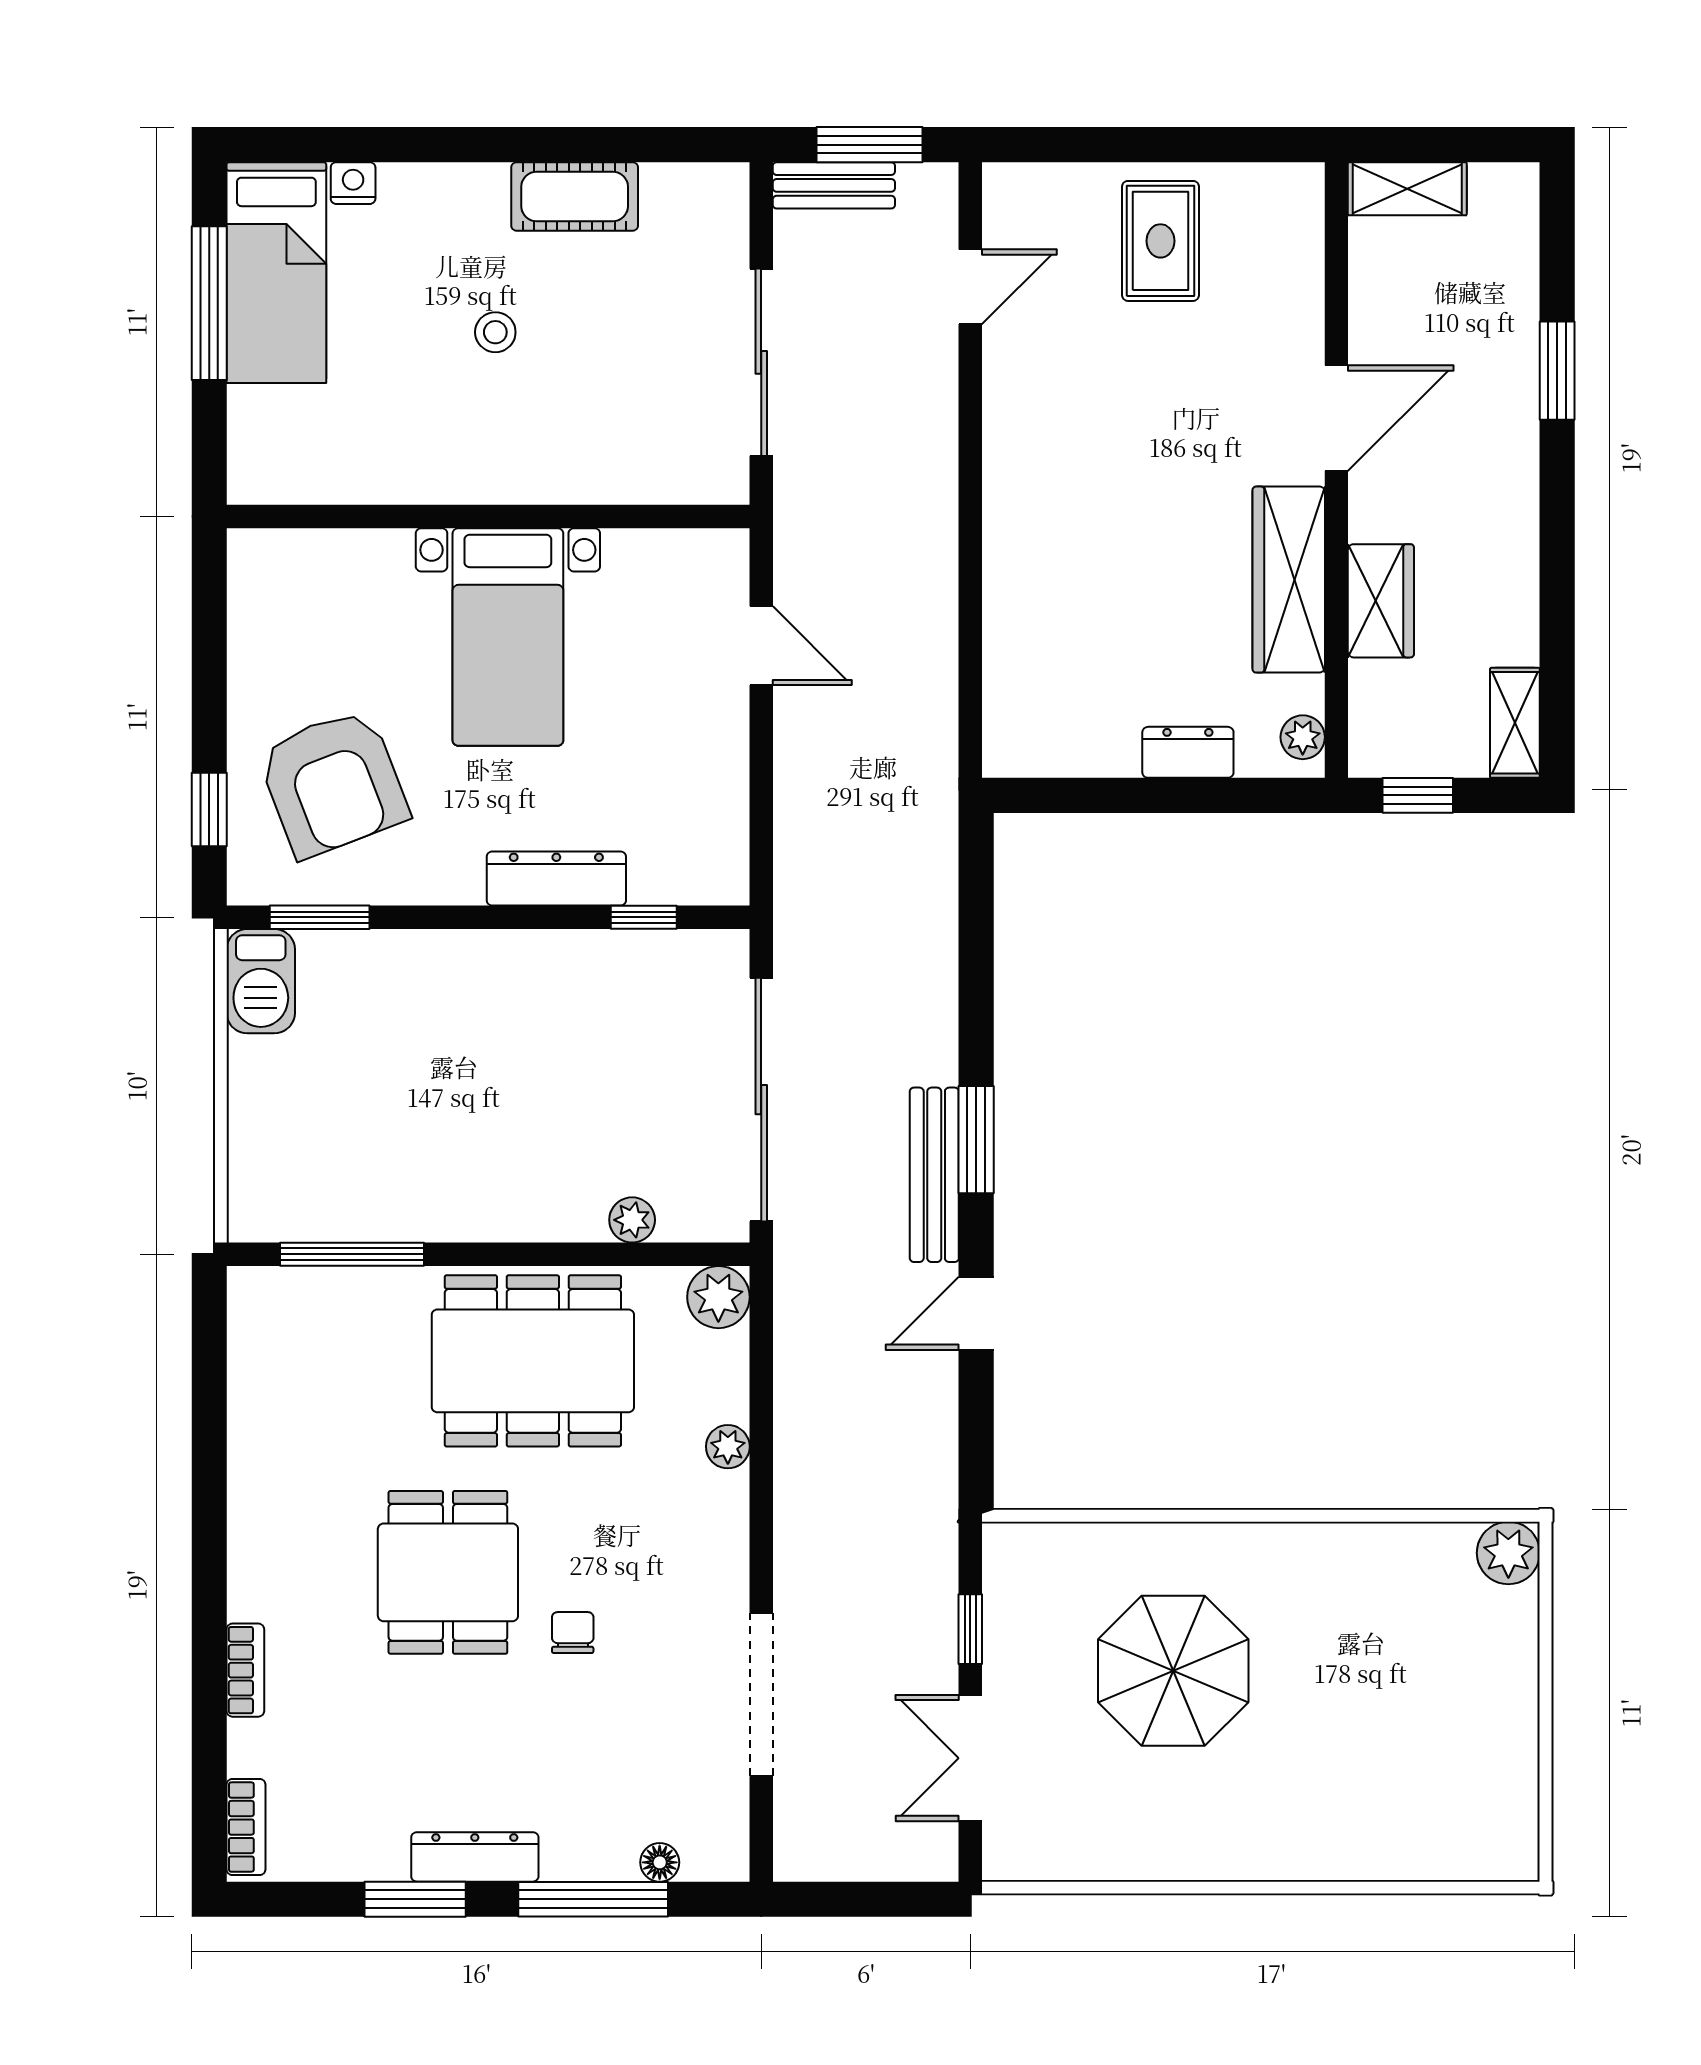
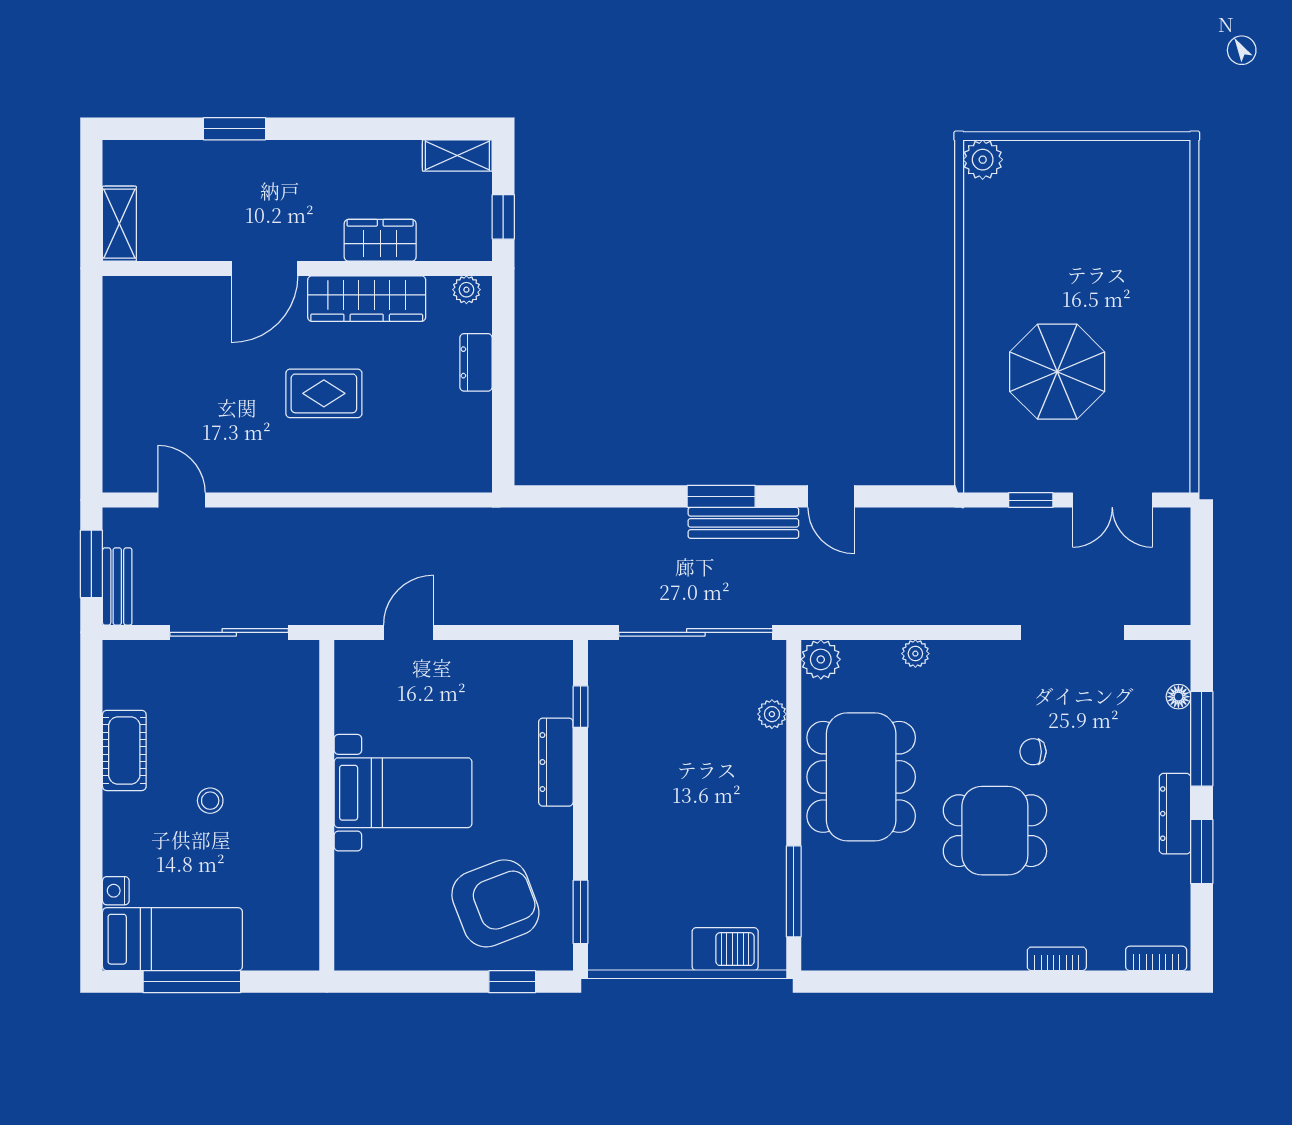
rug: (1160, 241) -> (324, 393), moved
door: (1336, 418) -> (265, 268), swing flipped
barbecue: (261, 981) -> (725, 949), moved

